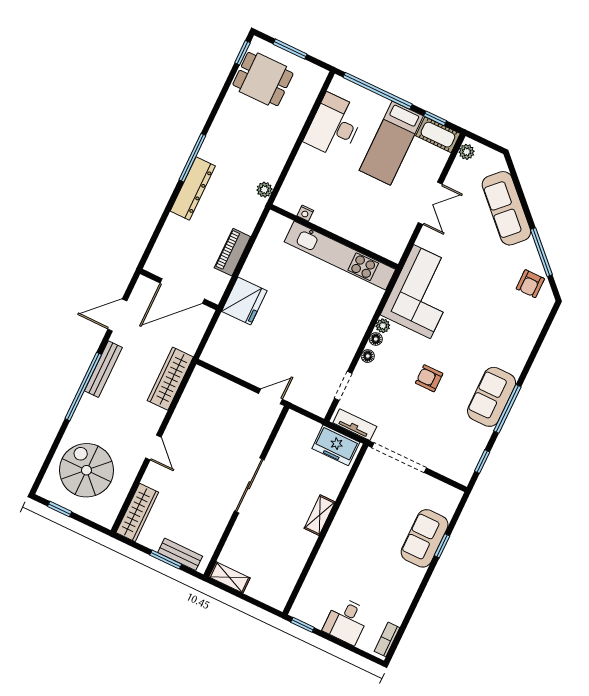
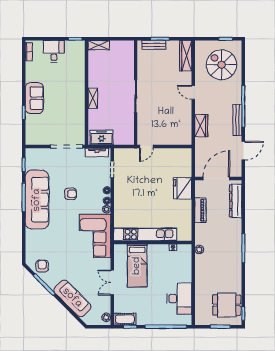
bed: (391, 143) -> (137, 266), moved, turned 180
dresser: (193, 189) -> (236, 201), moved
wardrobe: (170, 379) -> (201, 126), width x0.67
sofa: (492, 397) -> (37, 200), width x1.85, depth x1.27
spiral stairs: (86, 470) -> (222, 65), turned 180
sofa: (425, 538) -> (34, 98), moved
shelving: (229, 577) -> (99, 45), moved

